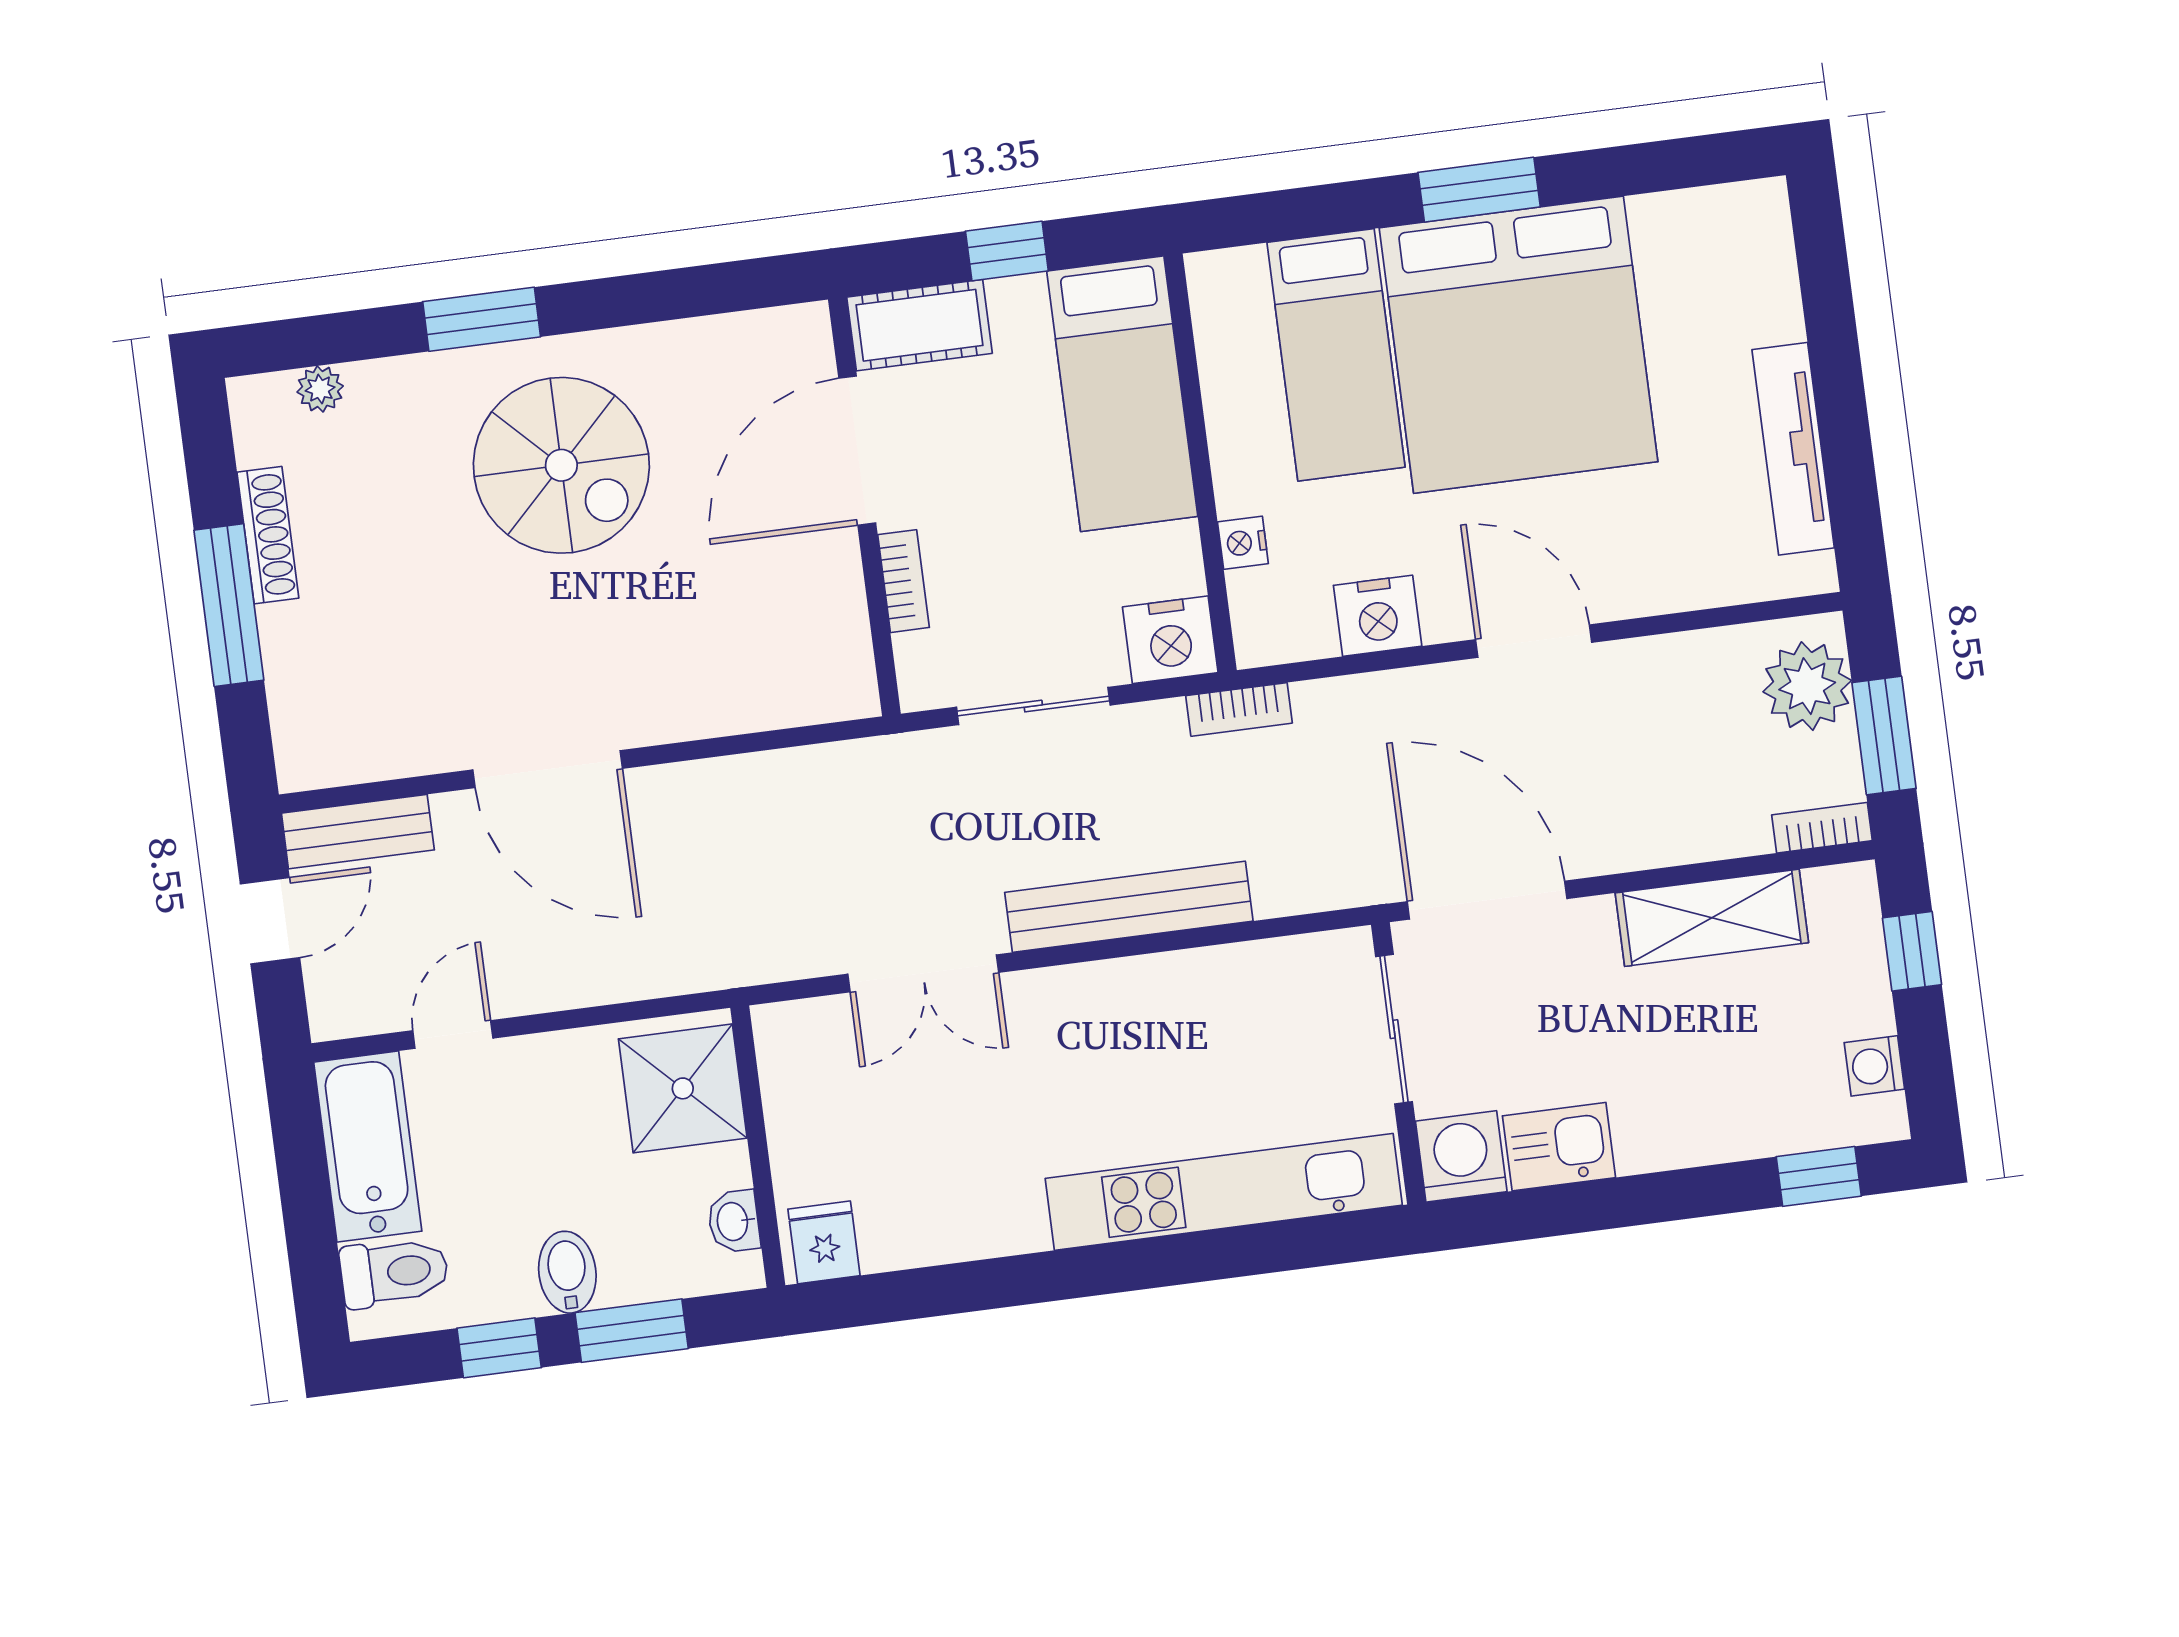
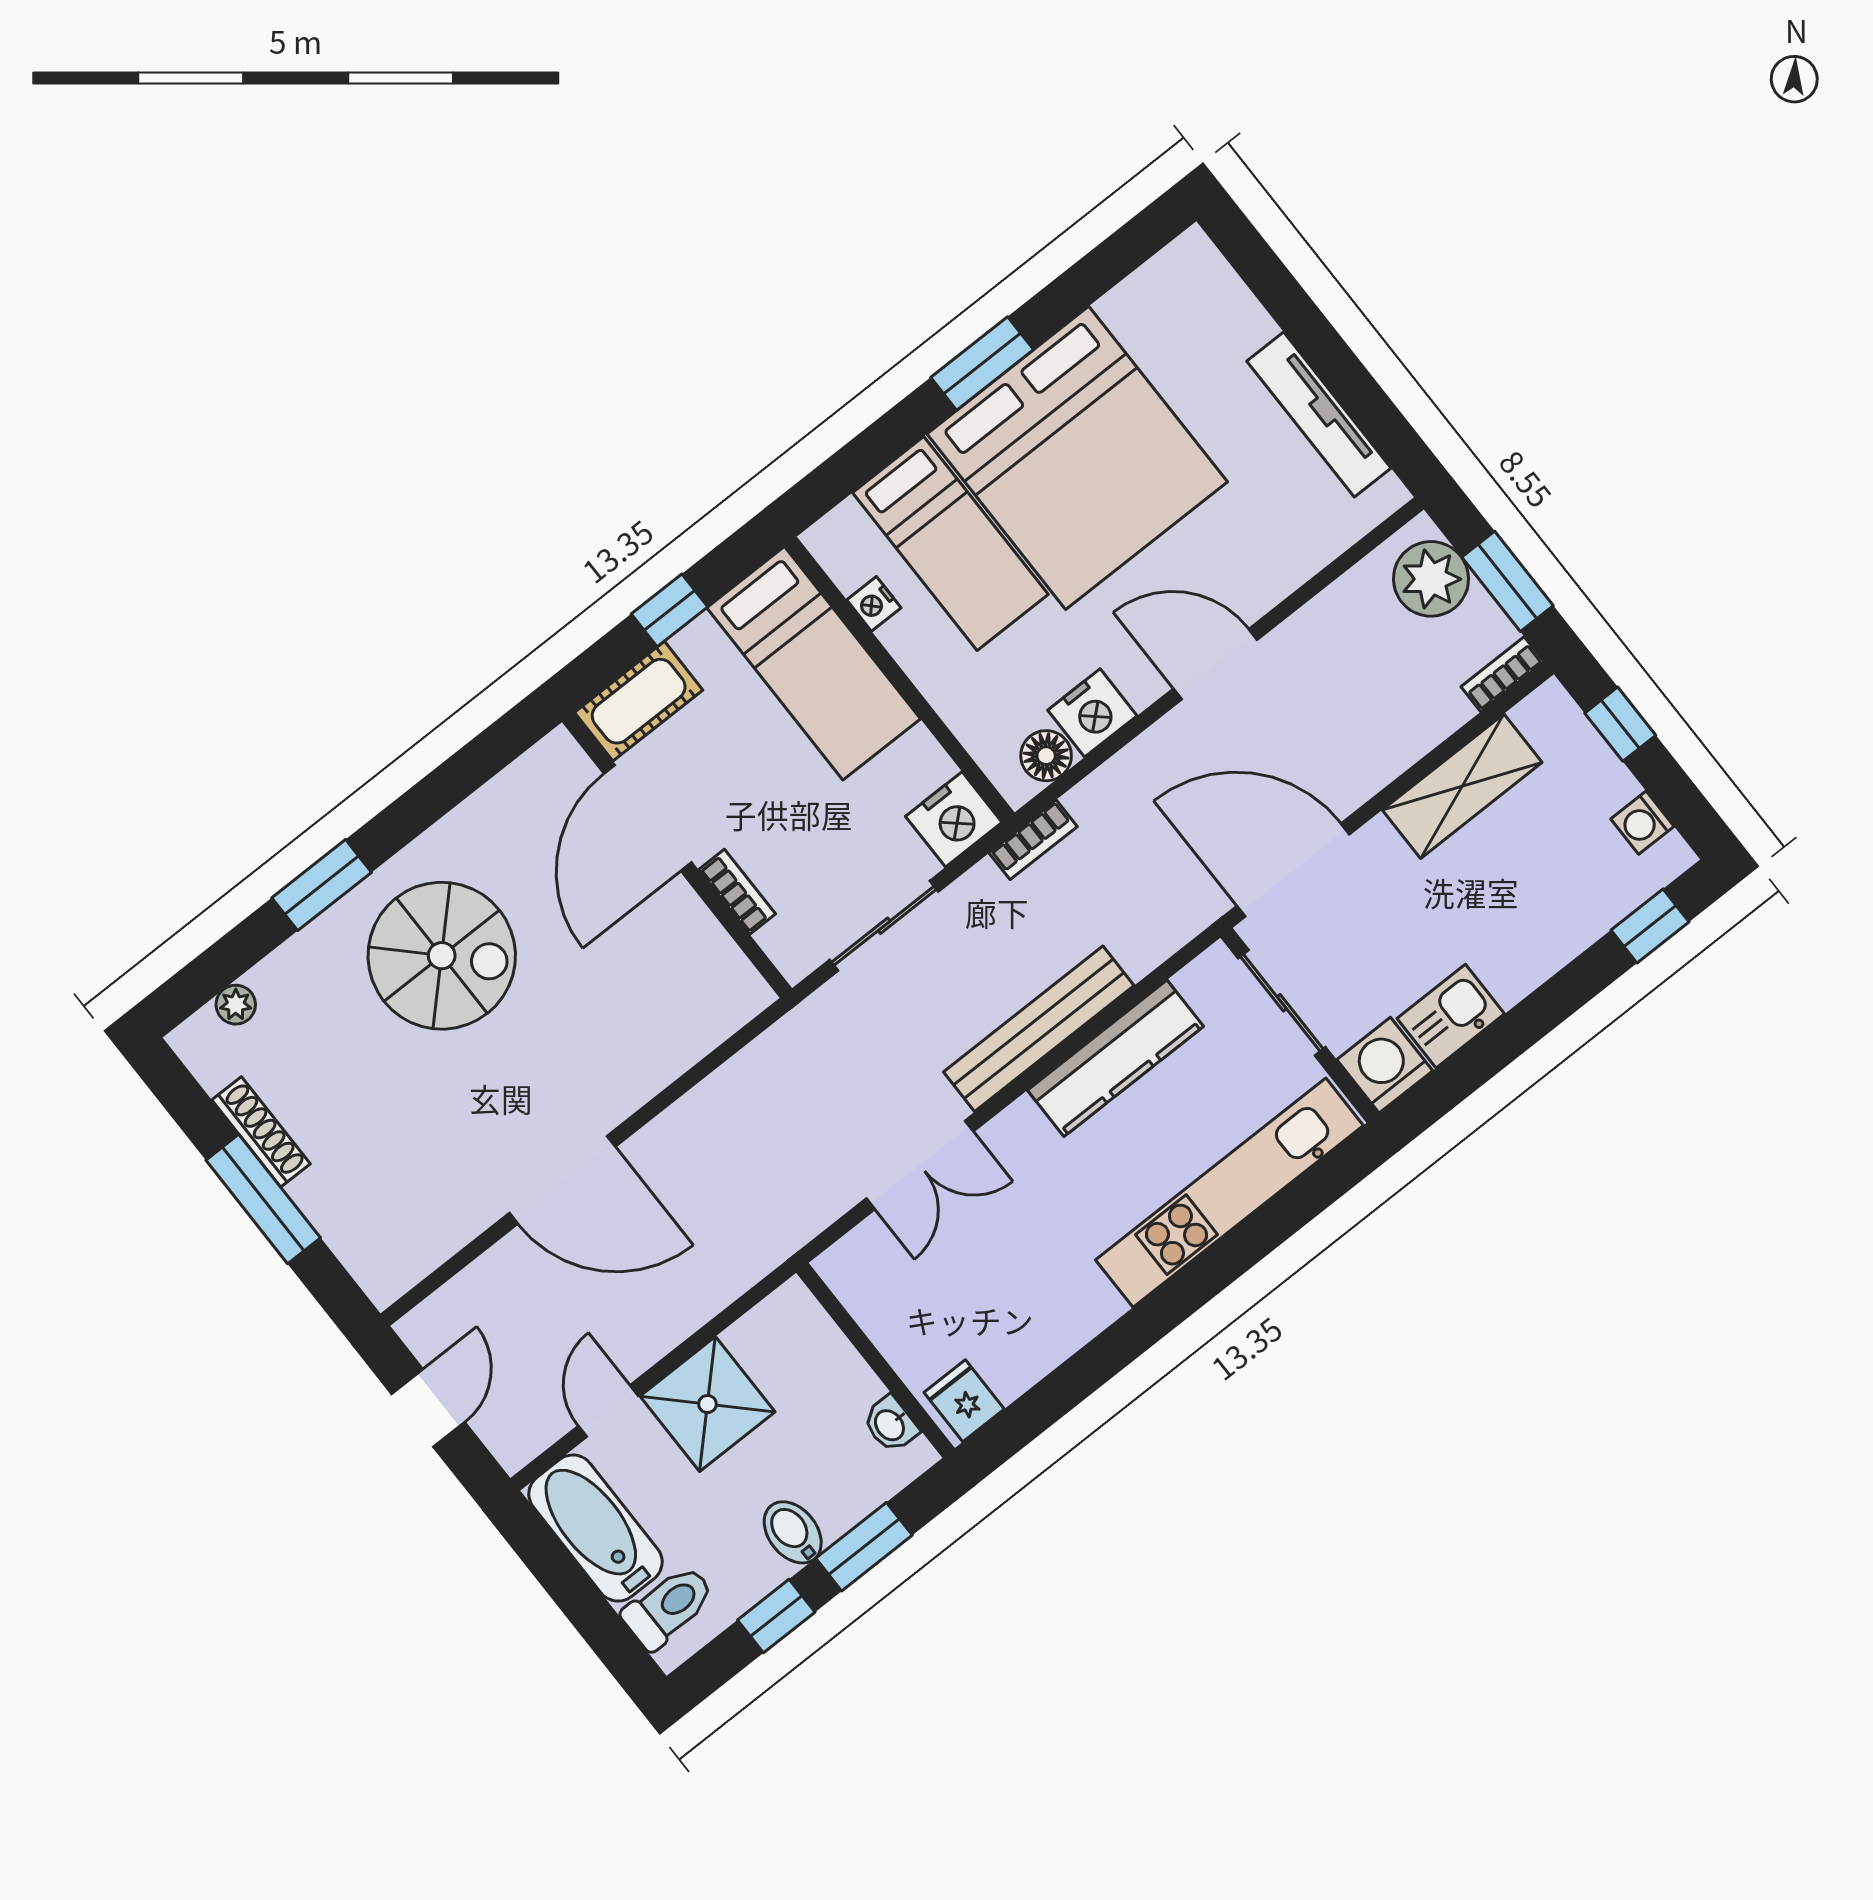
nightstand: (1243, 543) -> (874, 604), moved
floor lamp: (1304, 631) -> (1046, 756), added
bench: (358, 832) -> (453, 1306), removed
kitchen counter: (1189, 984) -> (1115, 1058), added
shower: (683, 1088) -> (707, 1404), moved

